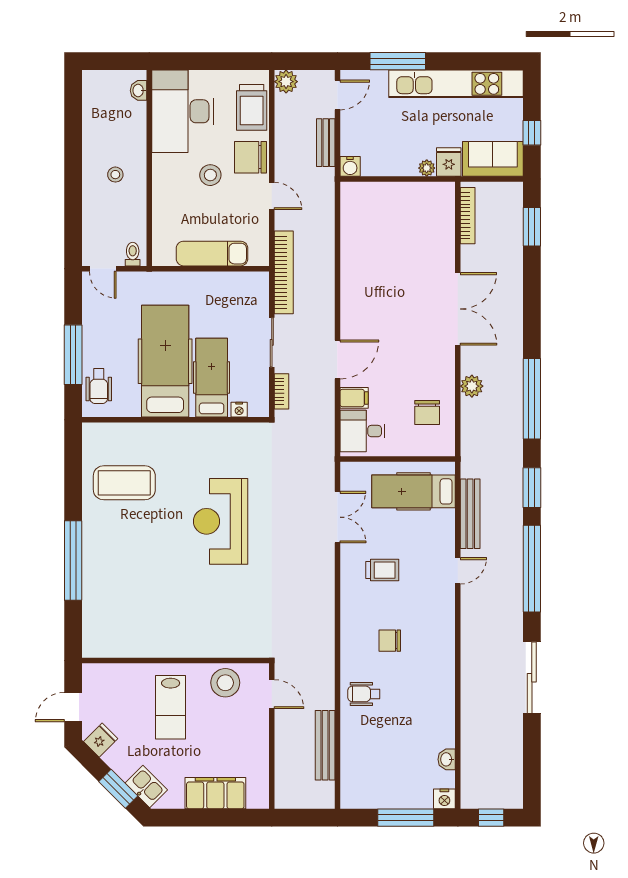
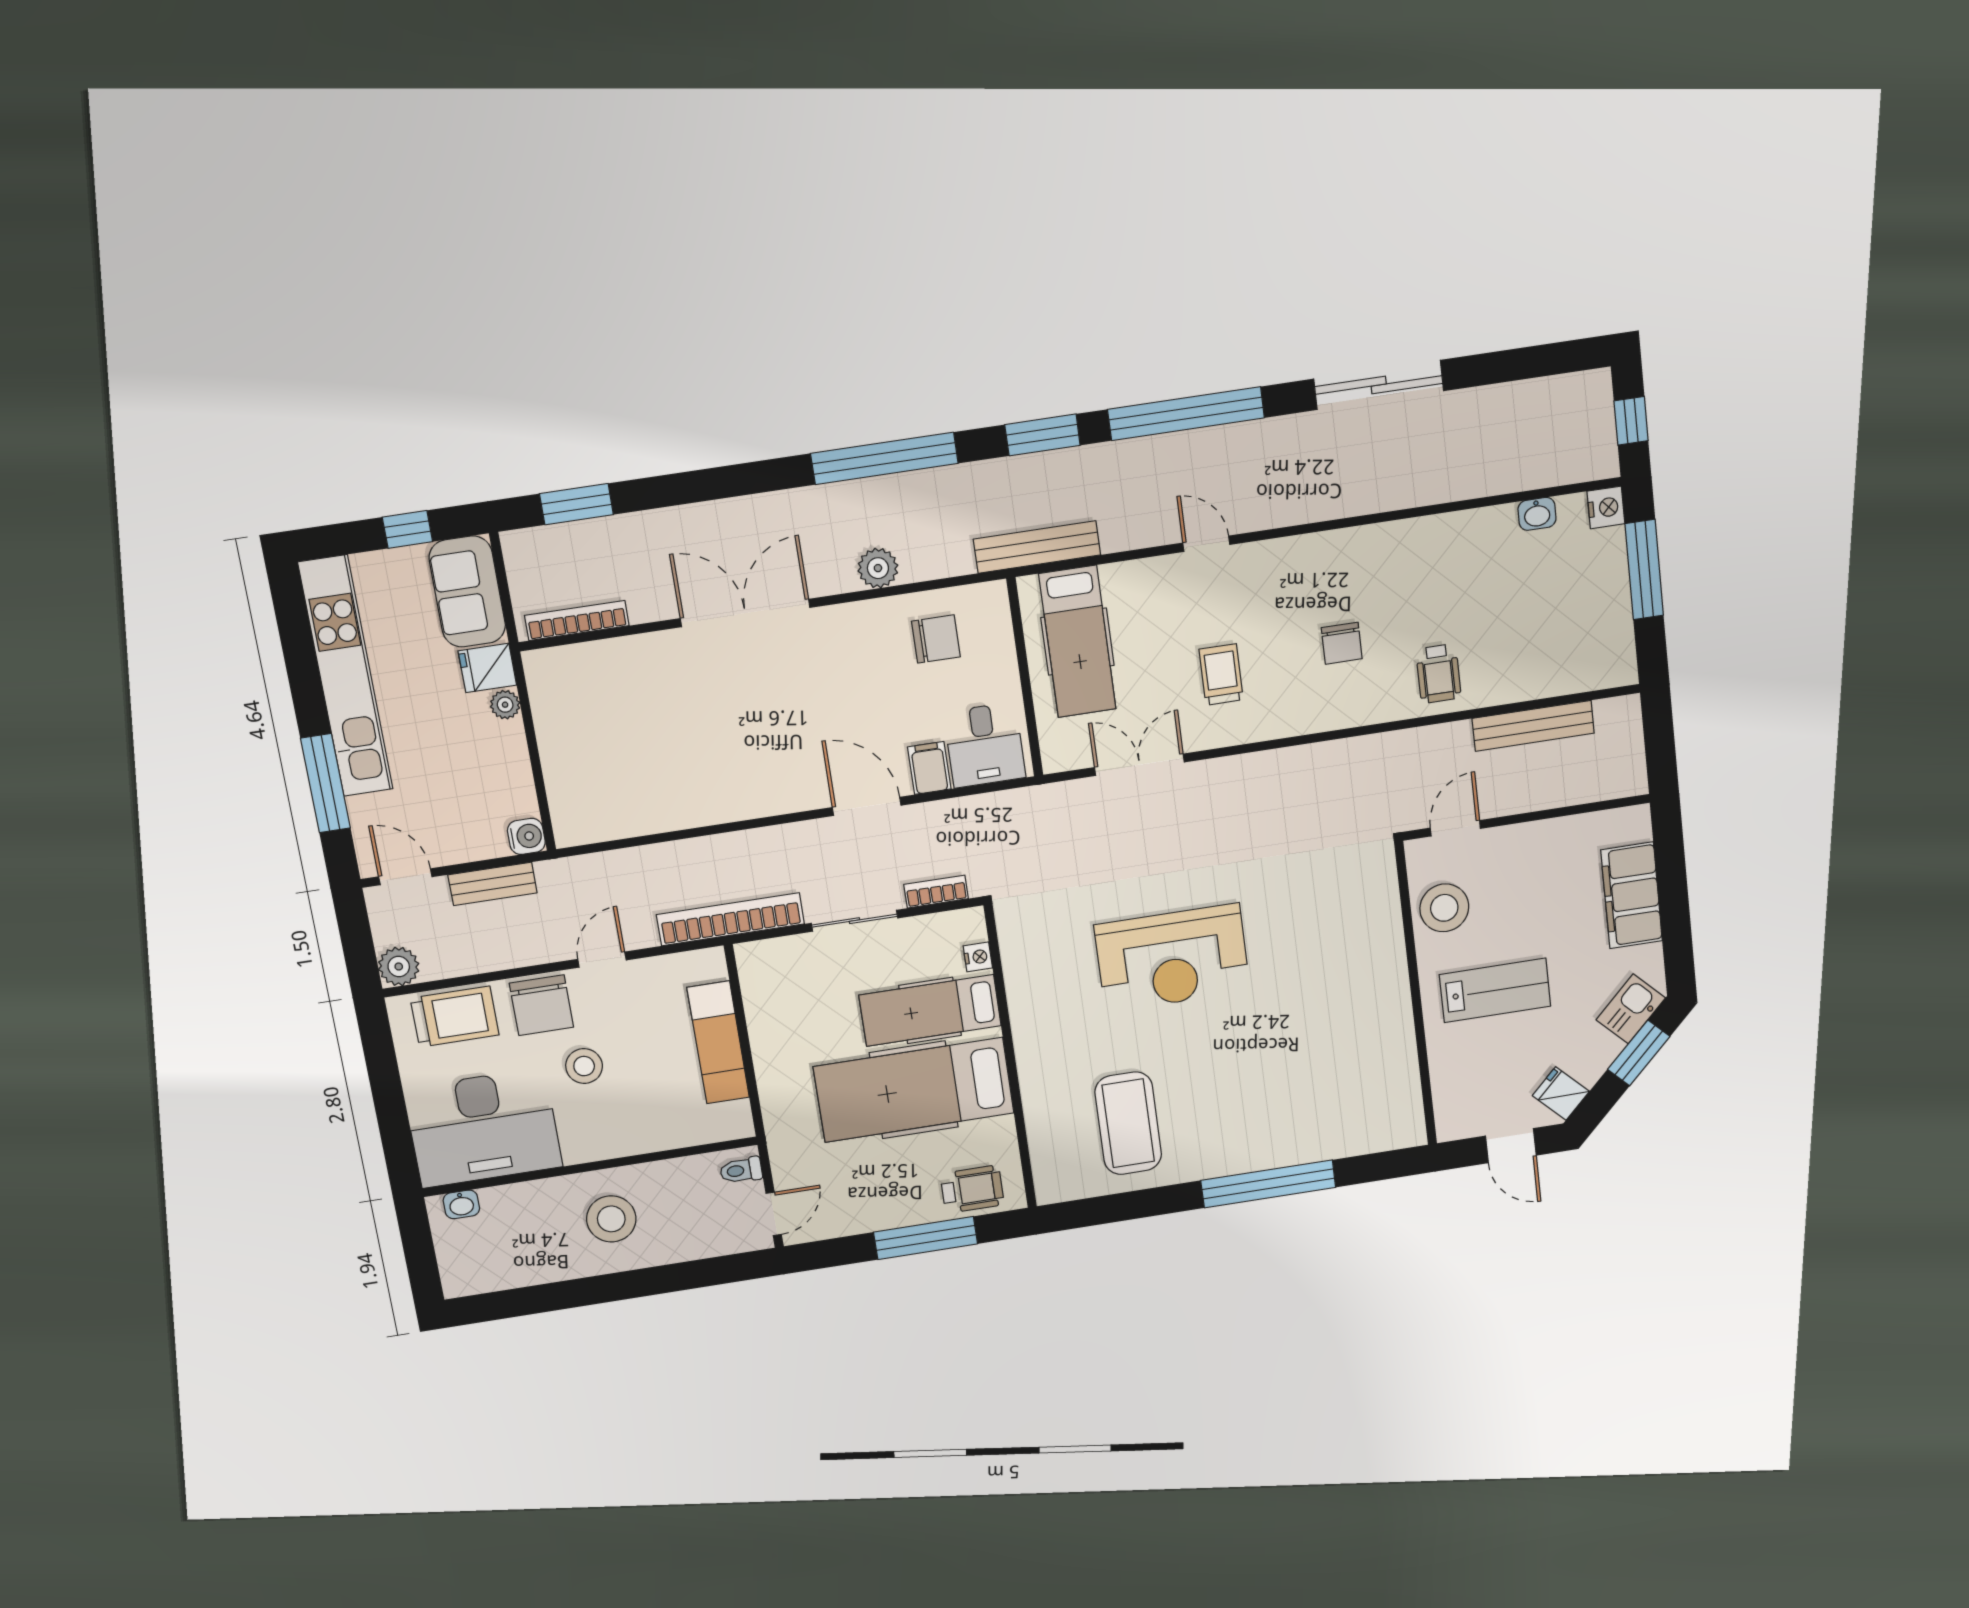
stool: (115, 175) -> (611, 1219), width x1.89, depth x1.89
bench: (470, 514) -> (1037, 547), moved

